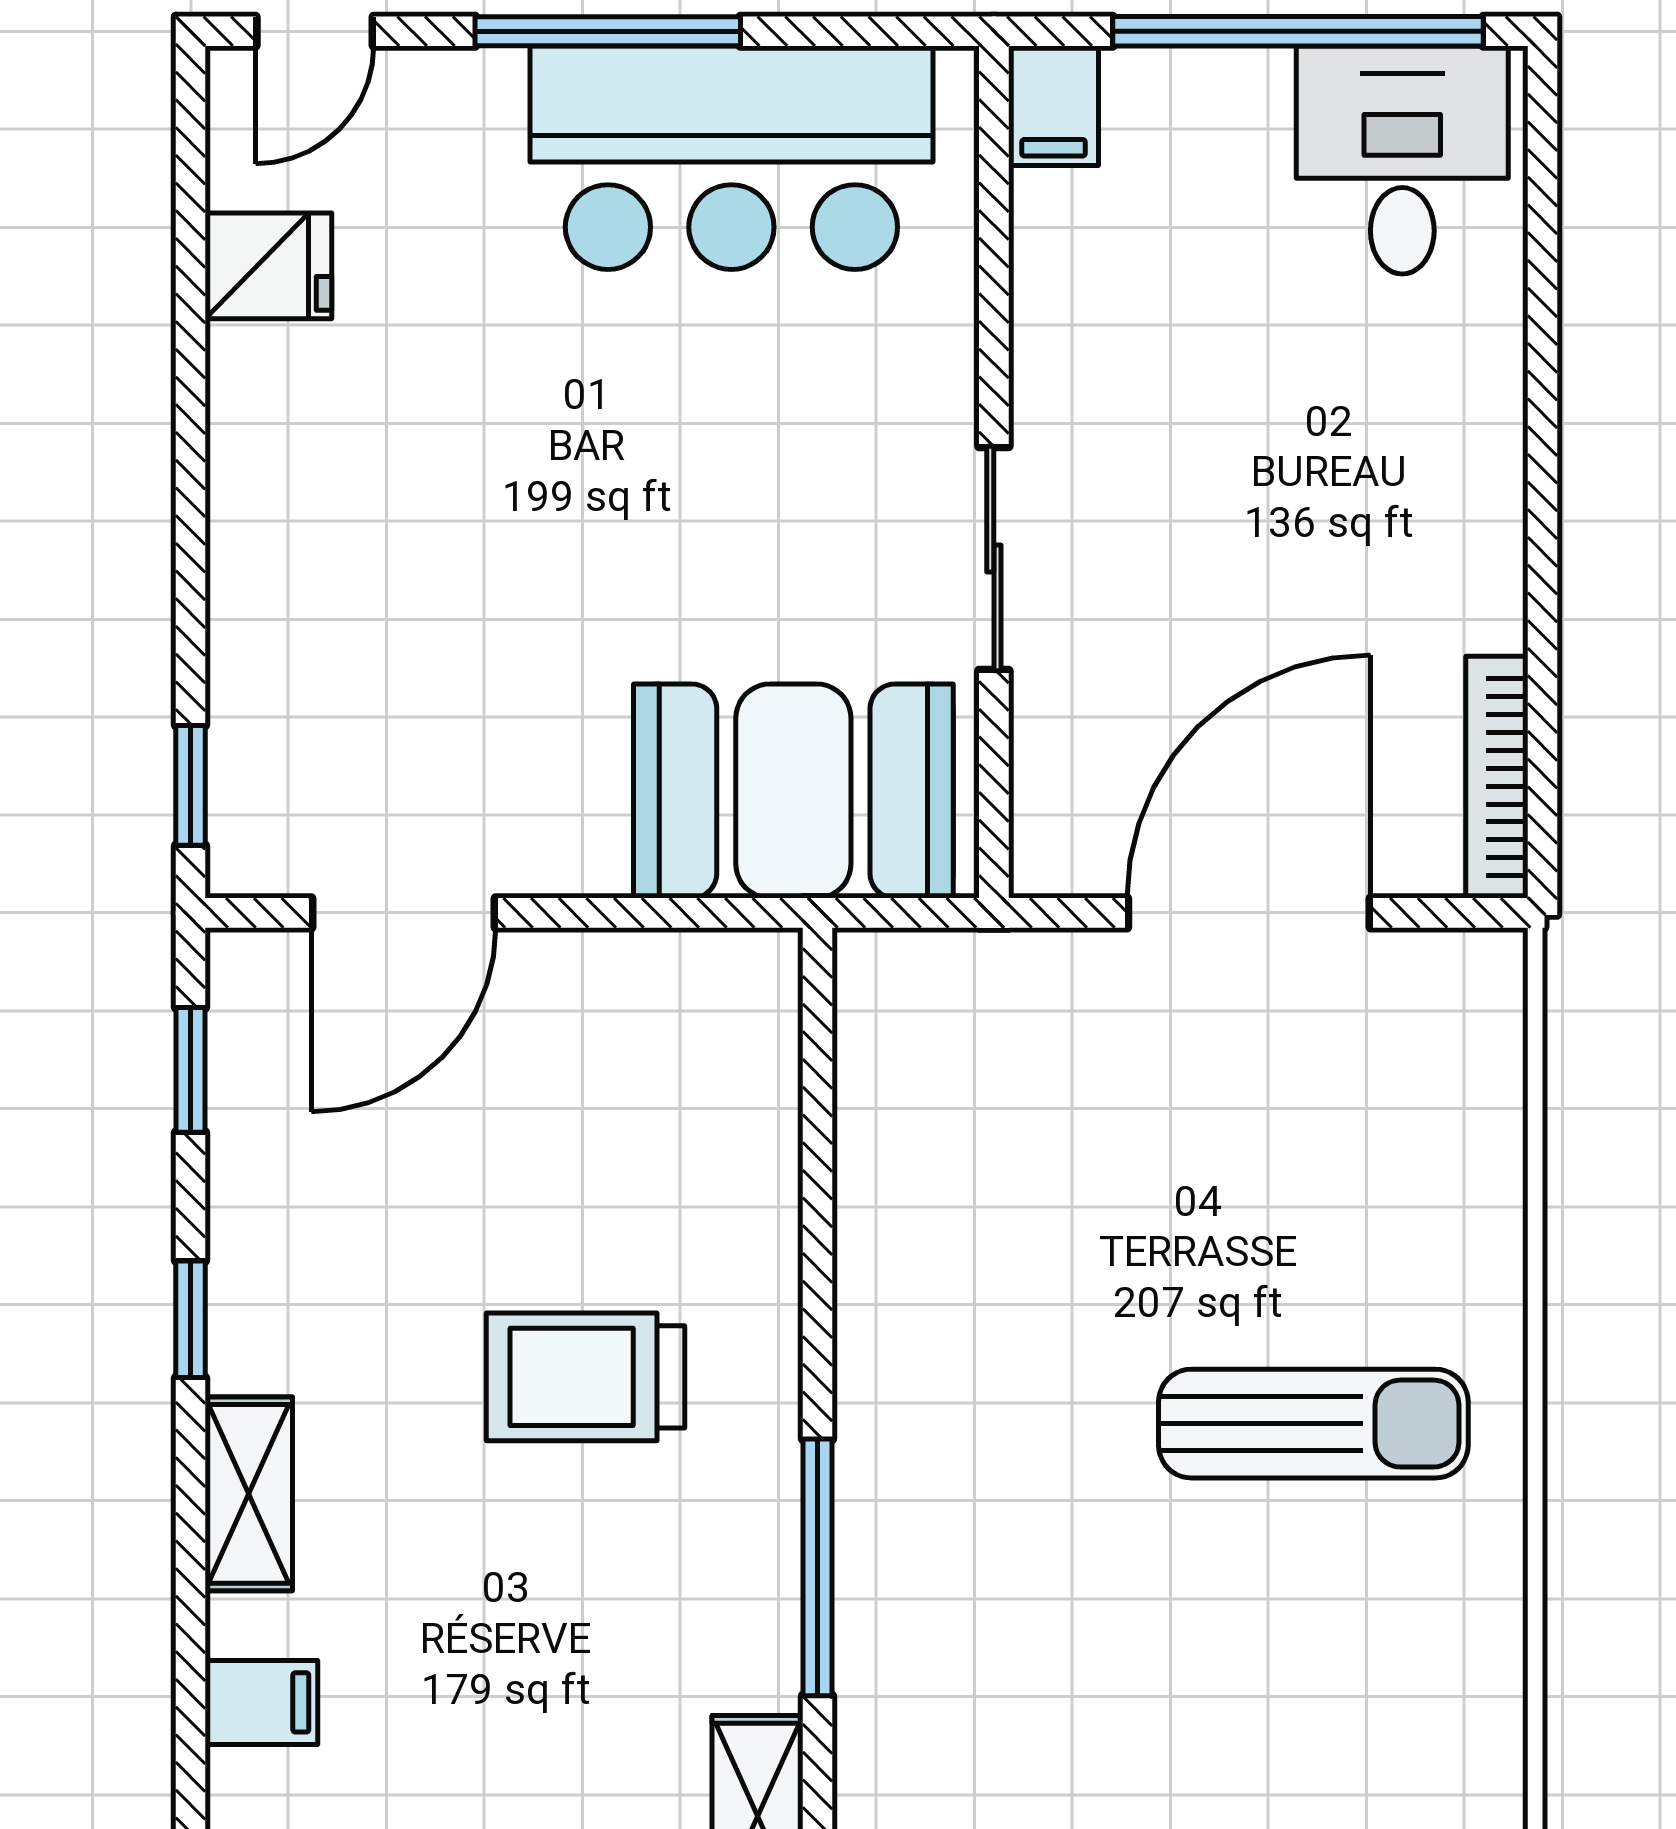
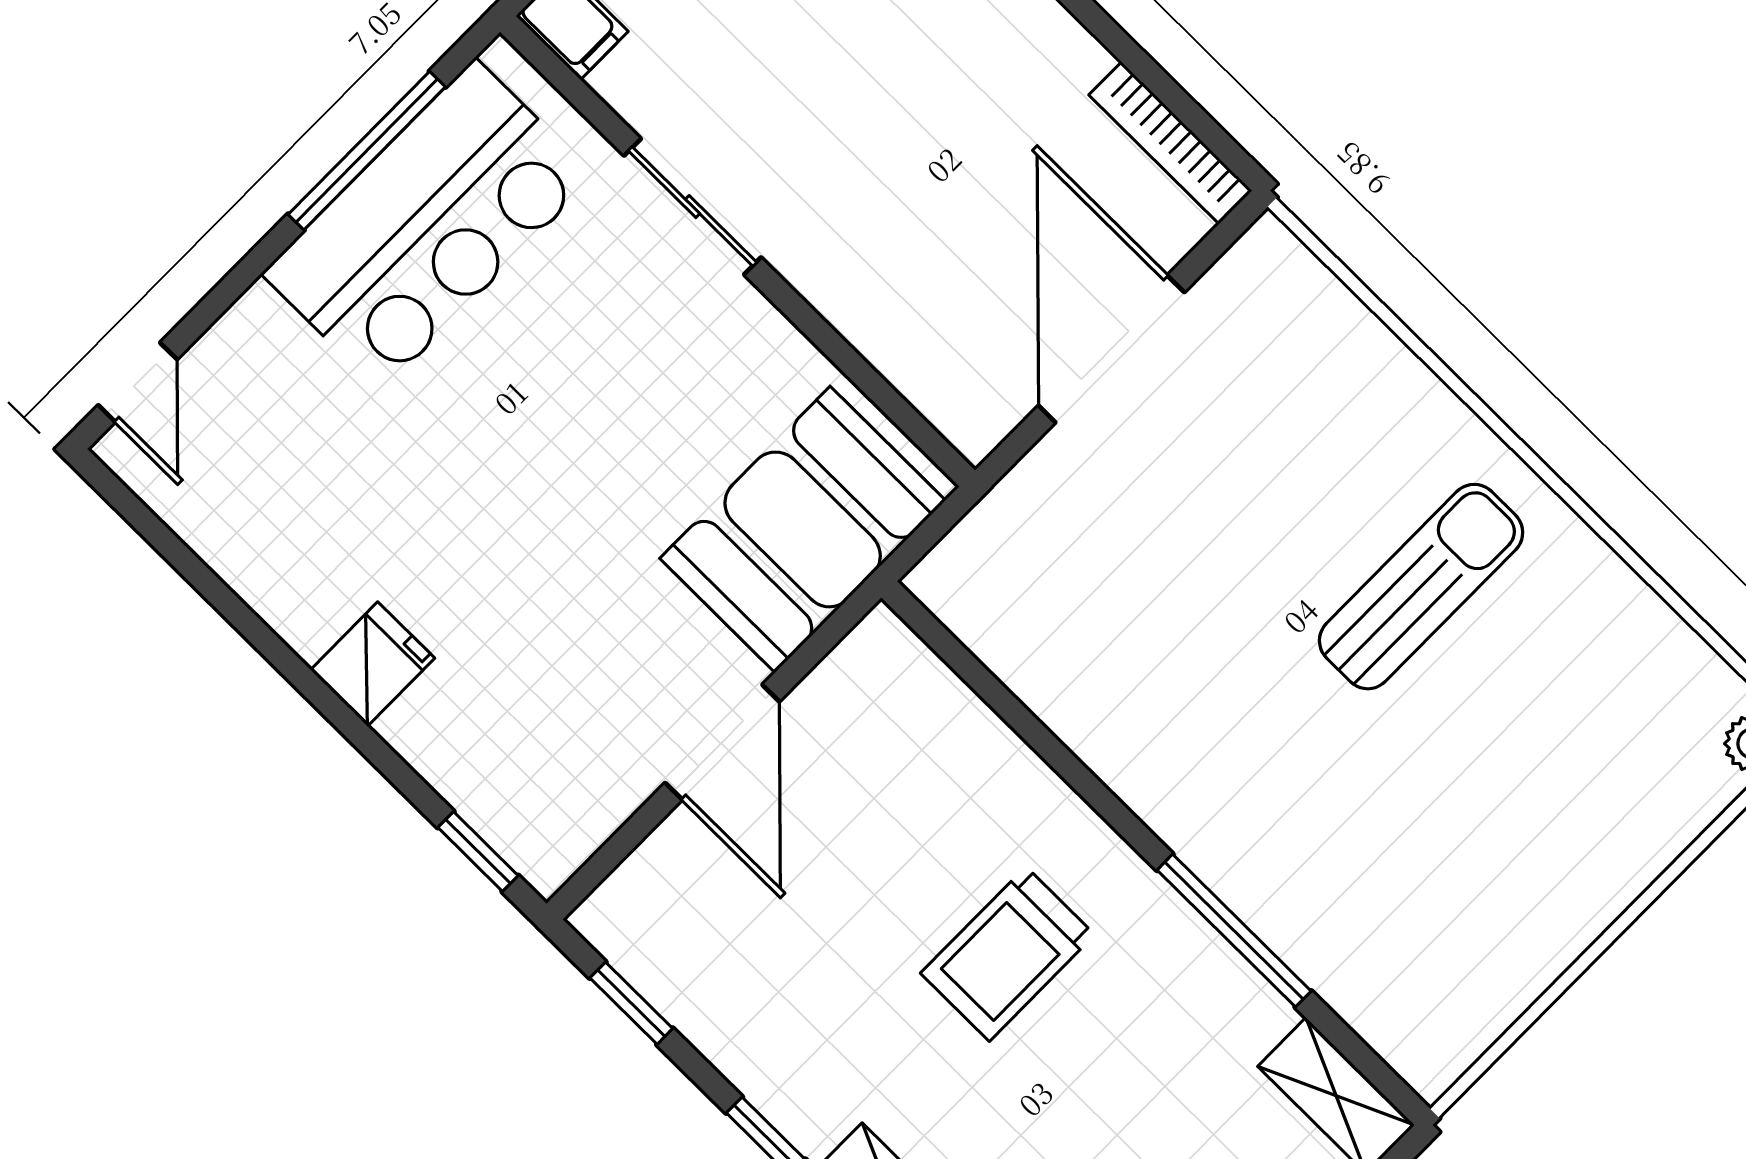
window: (608, 31) -> (367, 151), moved
fridge: (268, 266) -> (373, 664), moved
sliding door: (994, 559) -> (693, 207), moved
door: (403, 913) -> (722, 742), moved

